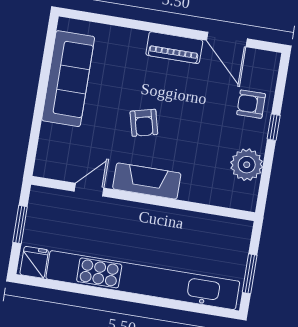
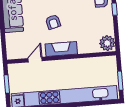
plant: (247, 165) -> (107, 43), moved

